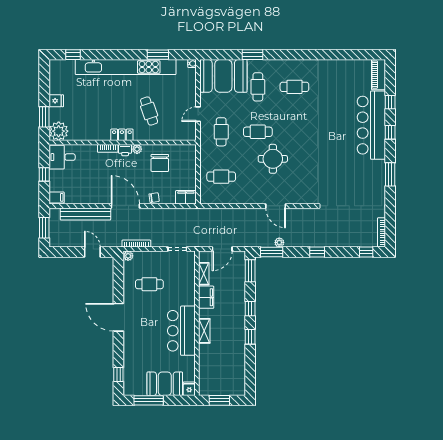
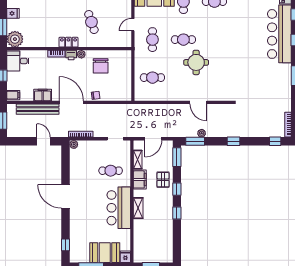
filing cabinet: (186, 197) -> (43, 95), moved
cafe table: (149, 284) -> (111, 171), moved
pallet: (234, 297) -> (163, 180), added

